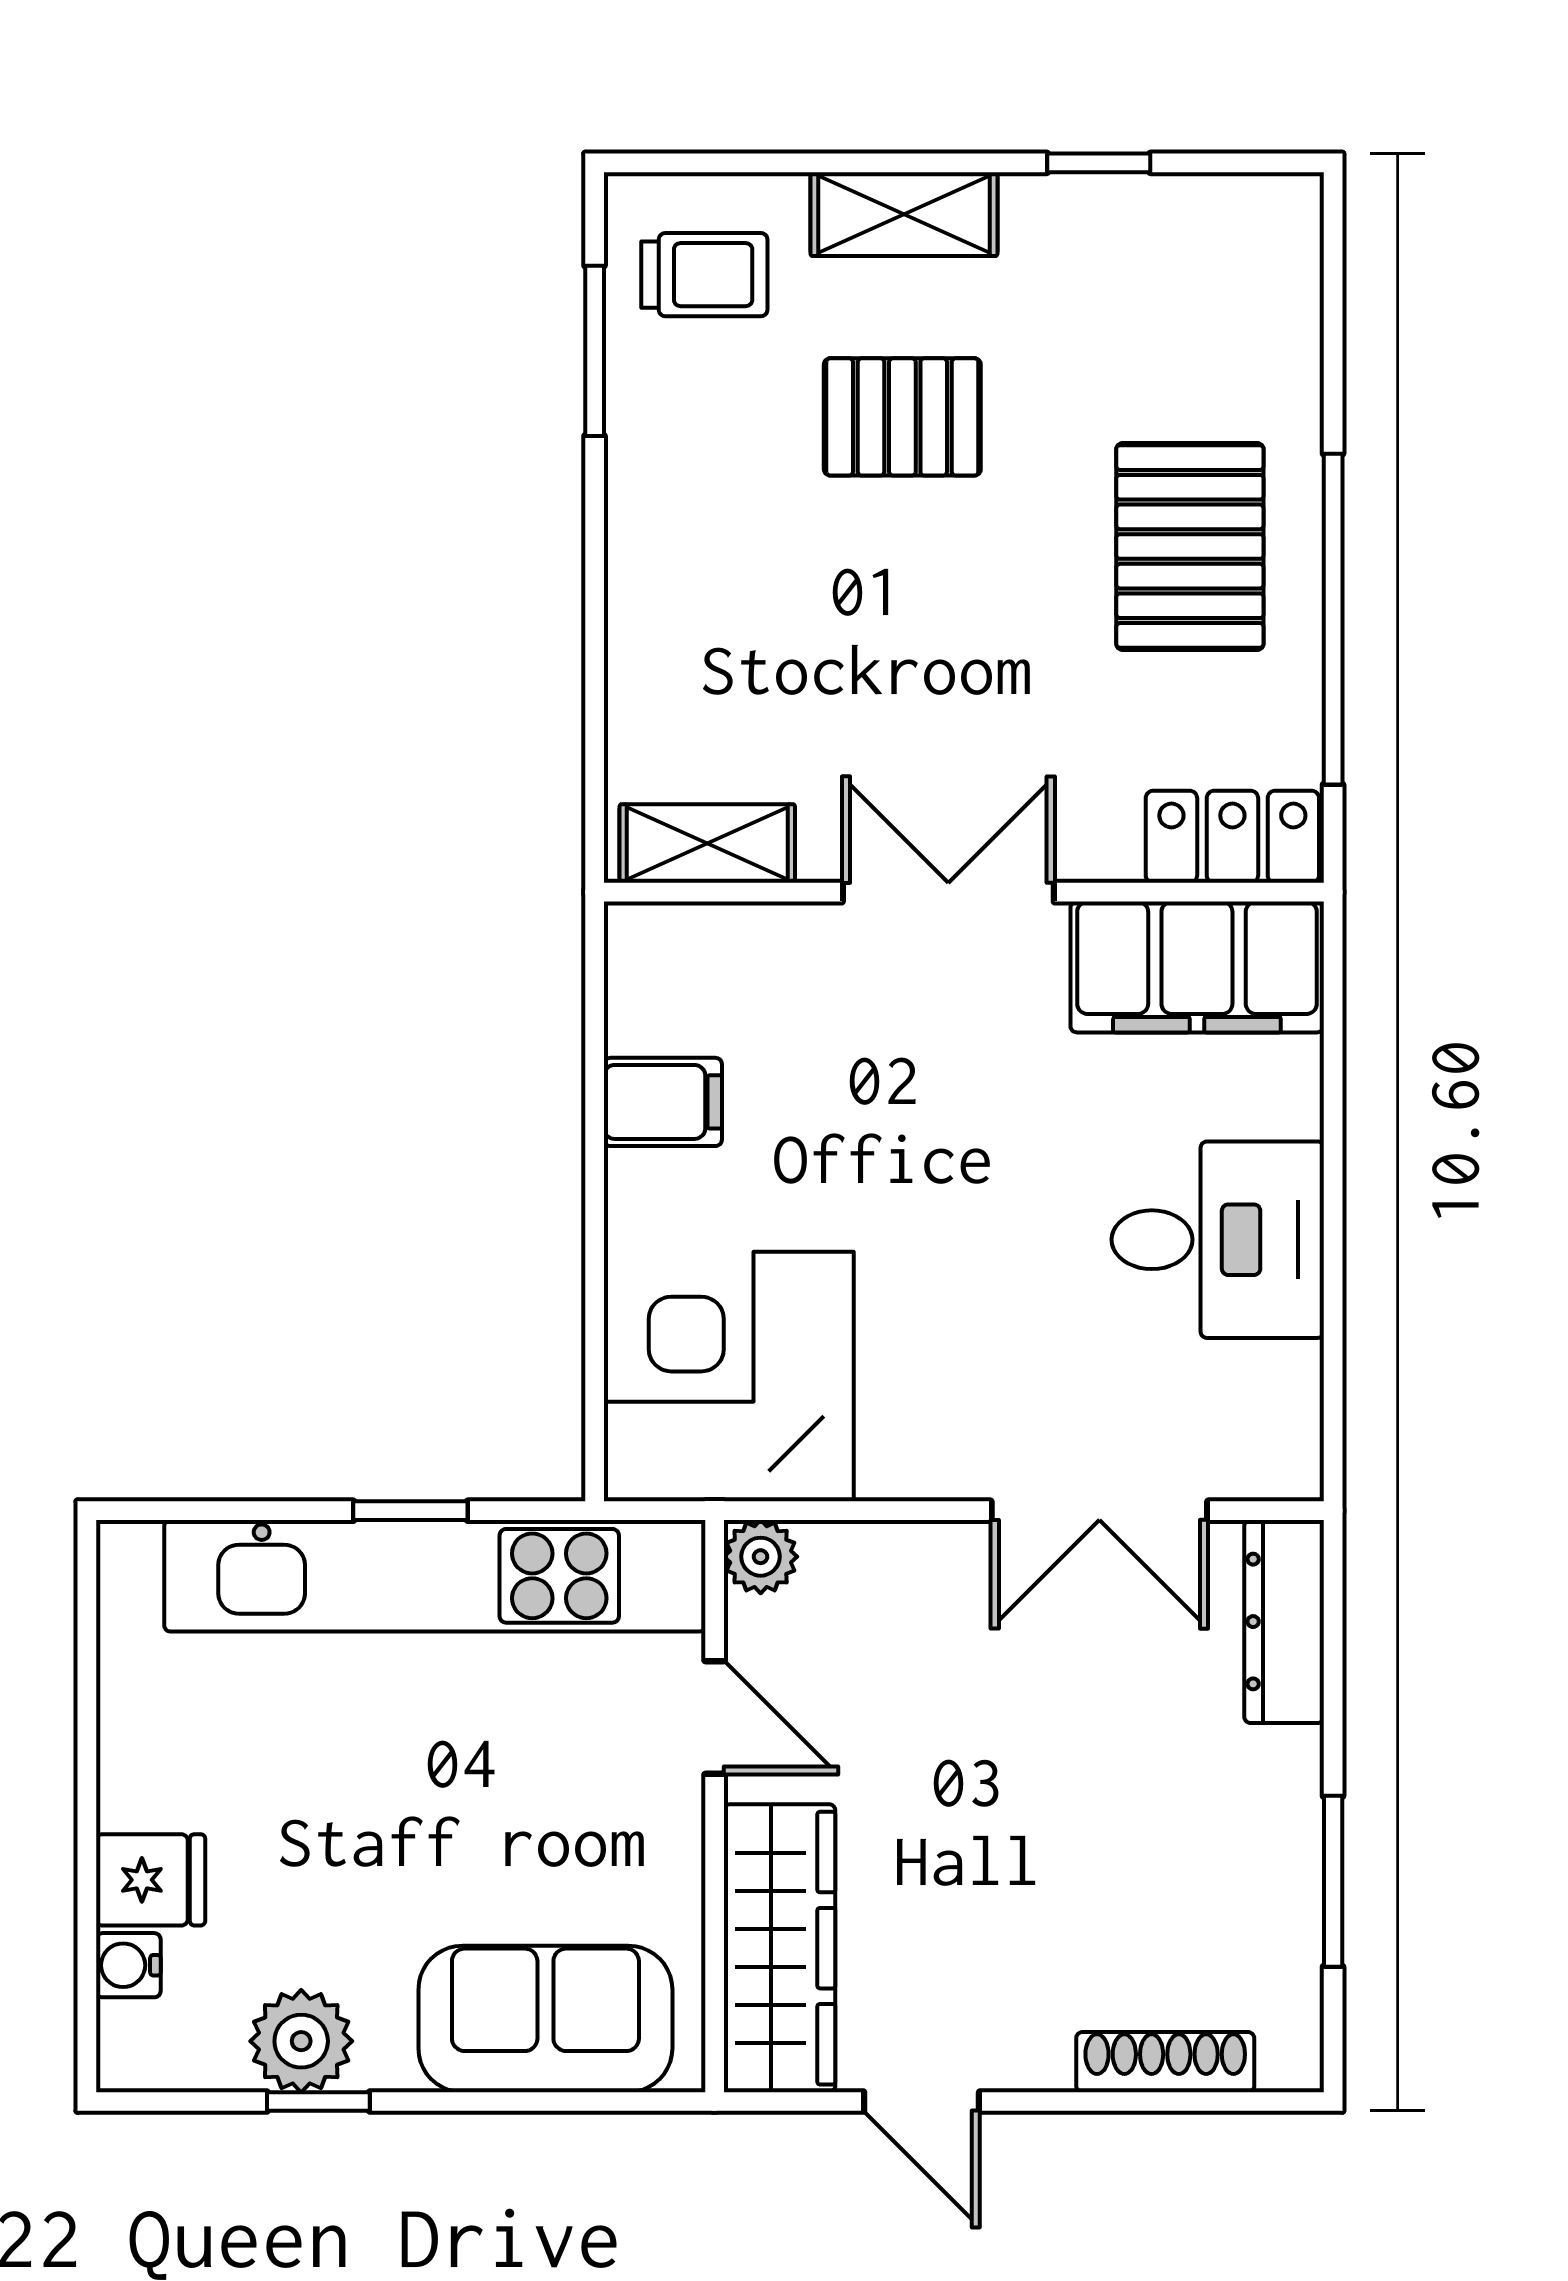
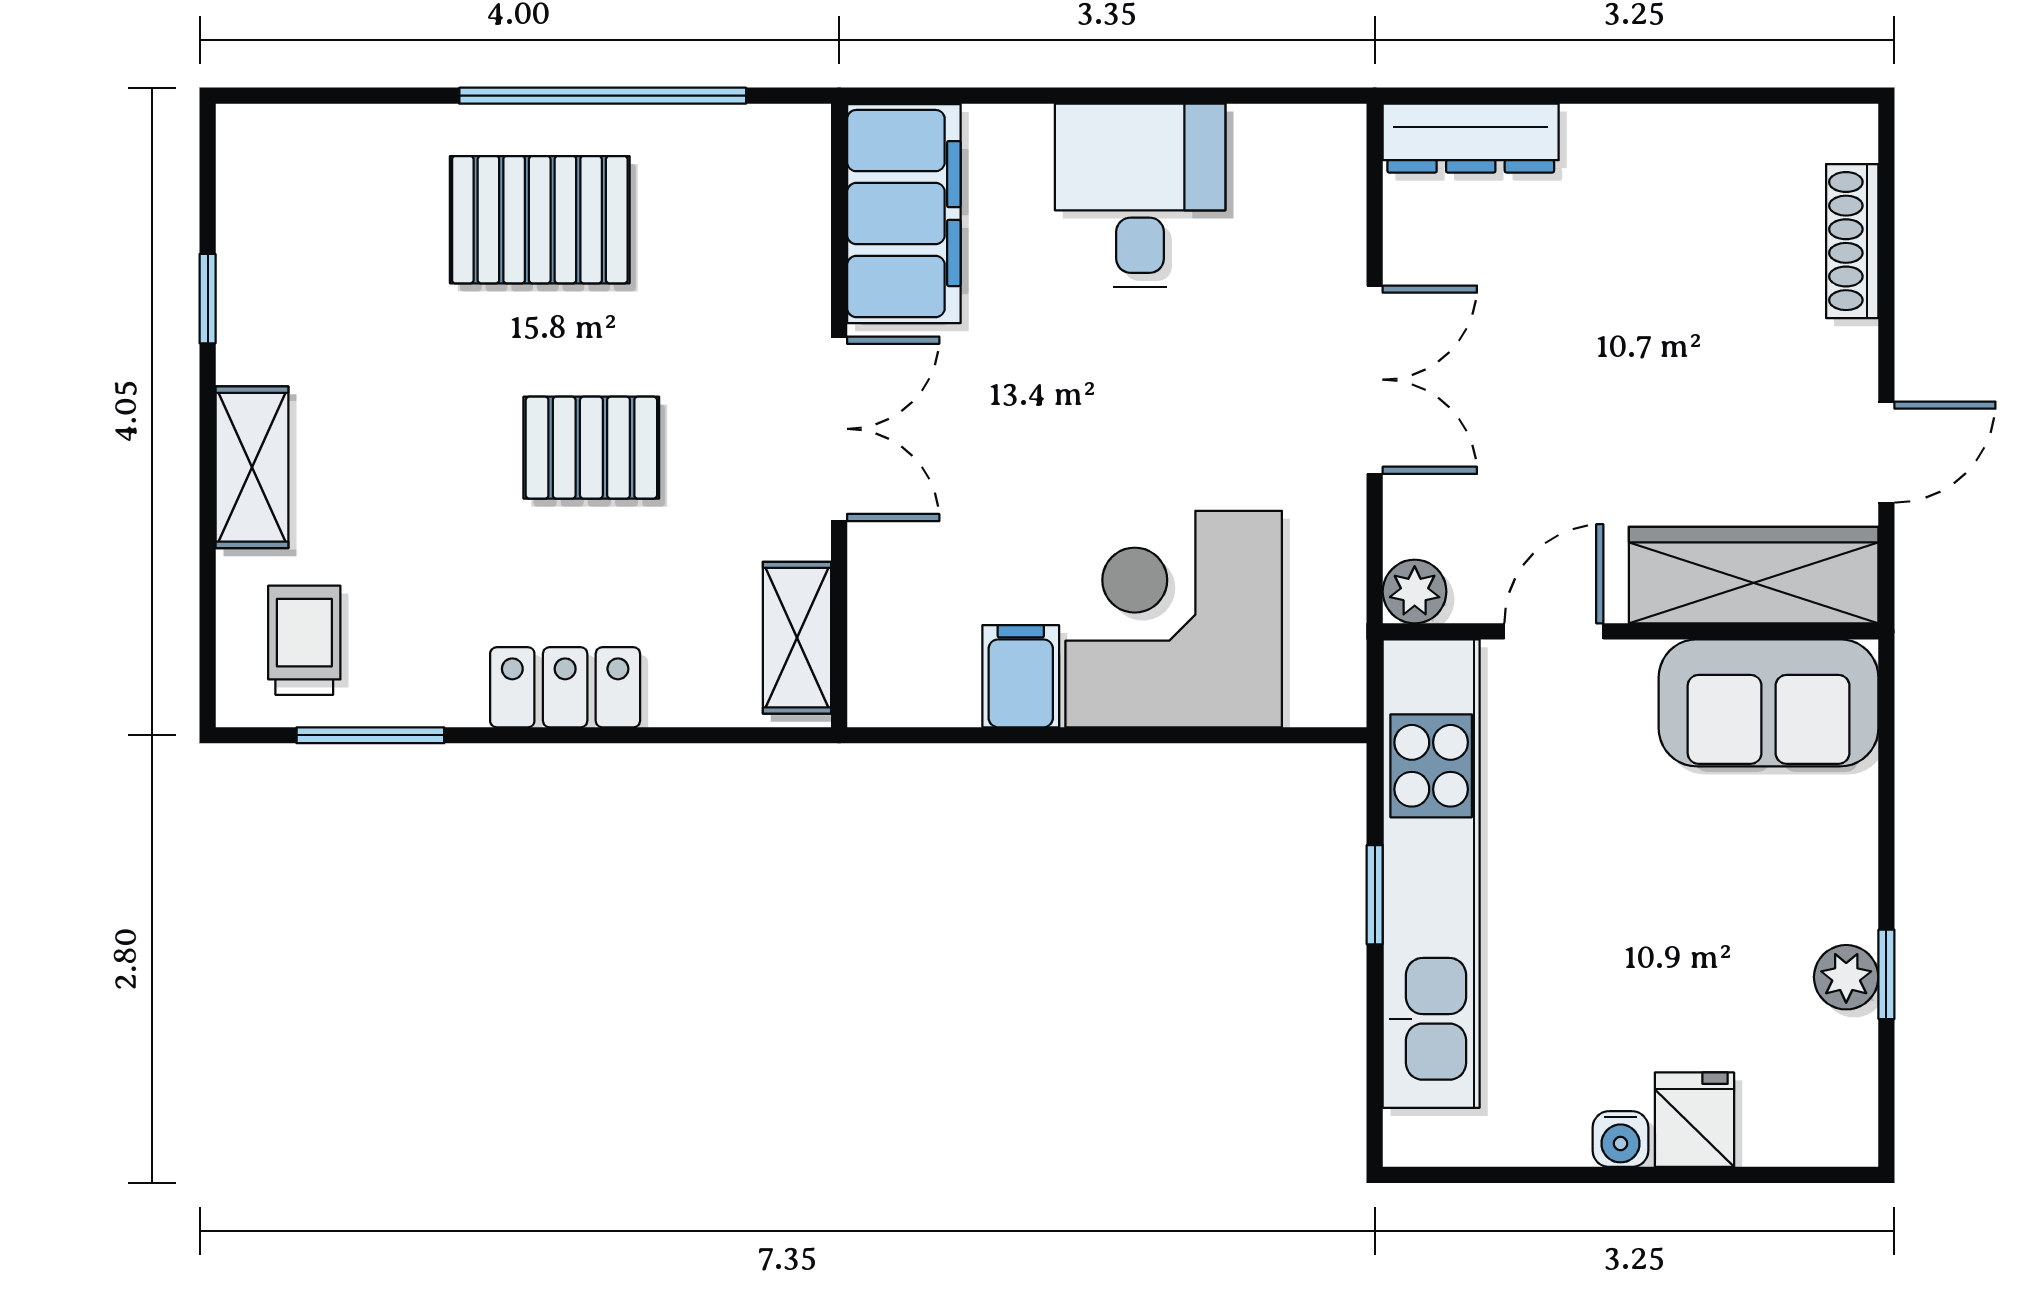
pallet: (902, 417) -> (591, 448), moved, turned 90
locker: (1232, 837) -> (565, 687), moved, turned 90
double door: (948, 892) -> (839, 429), swing flipped
corner desk: (729, 1377) -> (1174, 619), moved, turned 90
double door: (1099, 1511) -> (1375, 380), moved
window: (1333, 1881) -> (1696, 96), removed
water cooler: (128, 1965) -> (1620, 1139), moved
sofa: (545, 2019) -> (1769, 703), moved, turned -90
plant: (301, 2041) -> (1846, 977), width x0.73, depth x0.73

